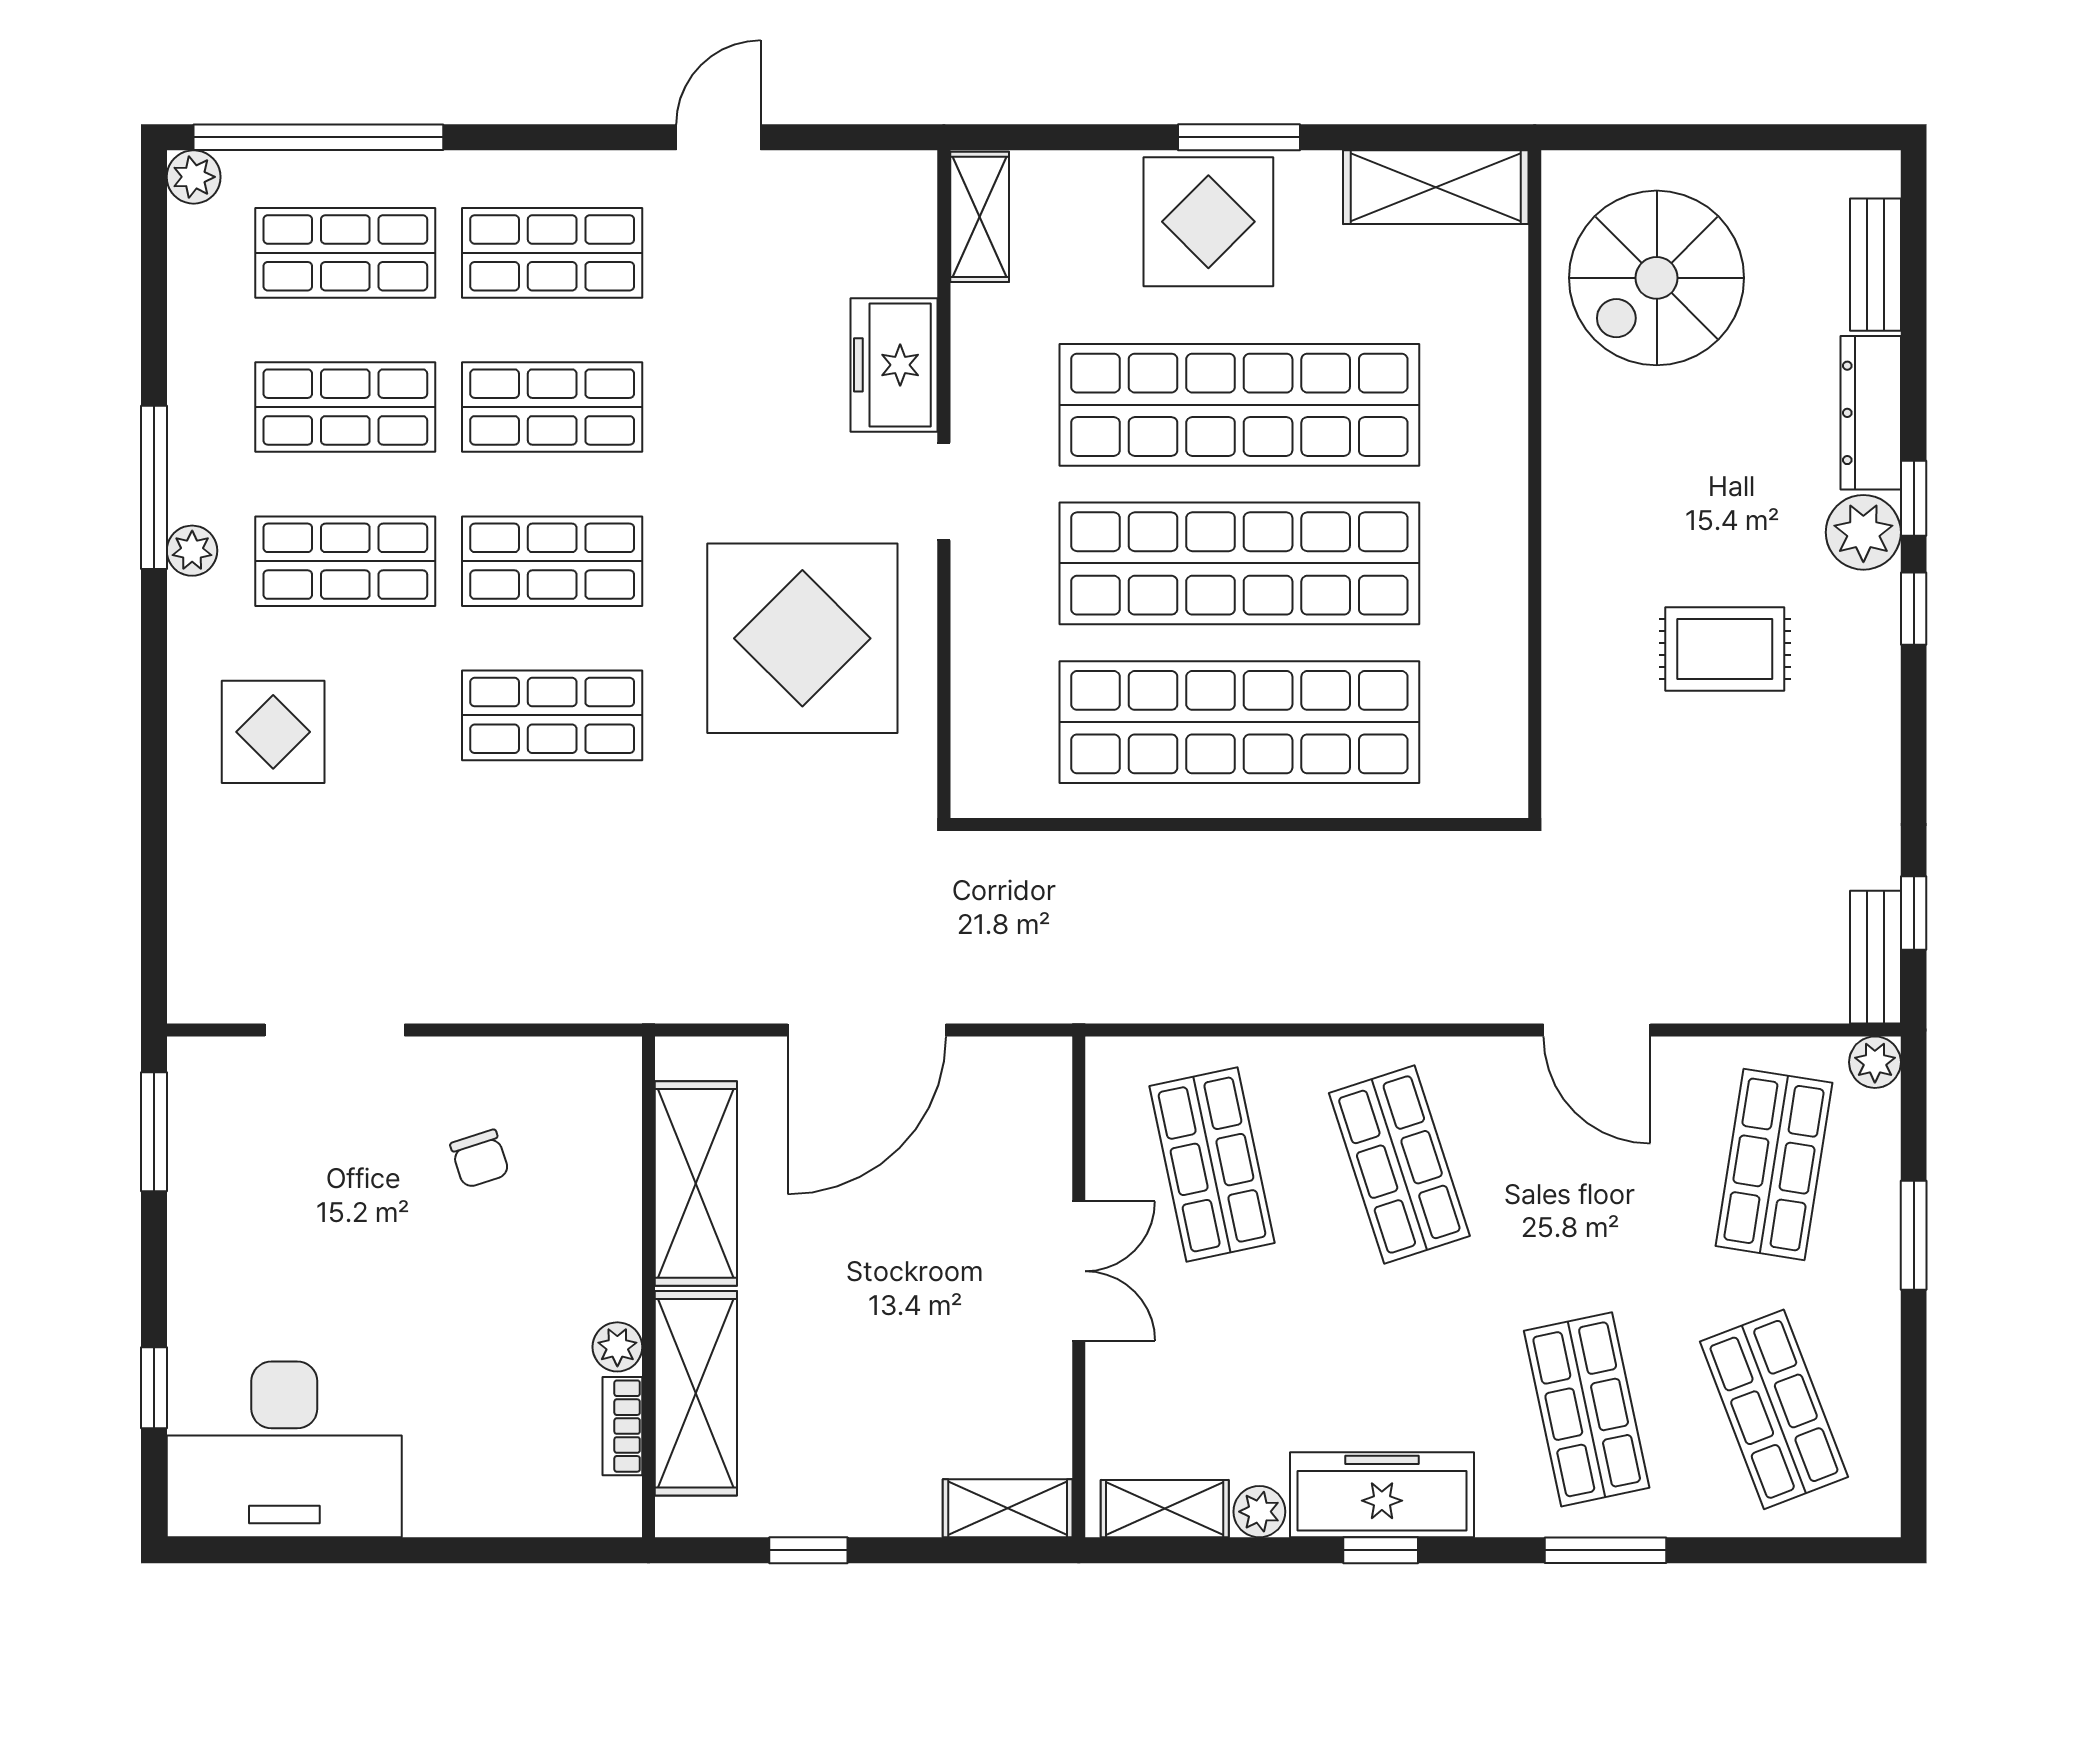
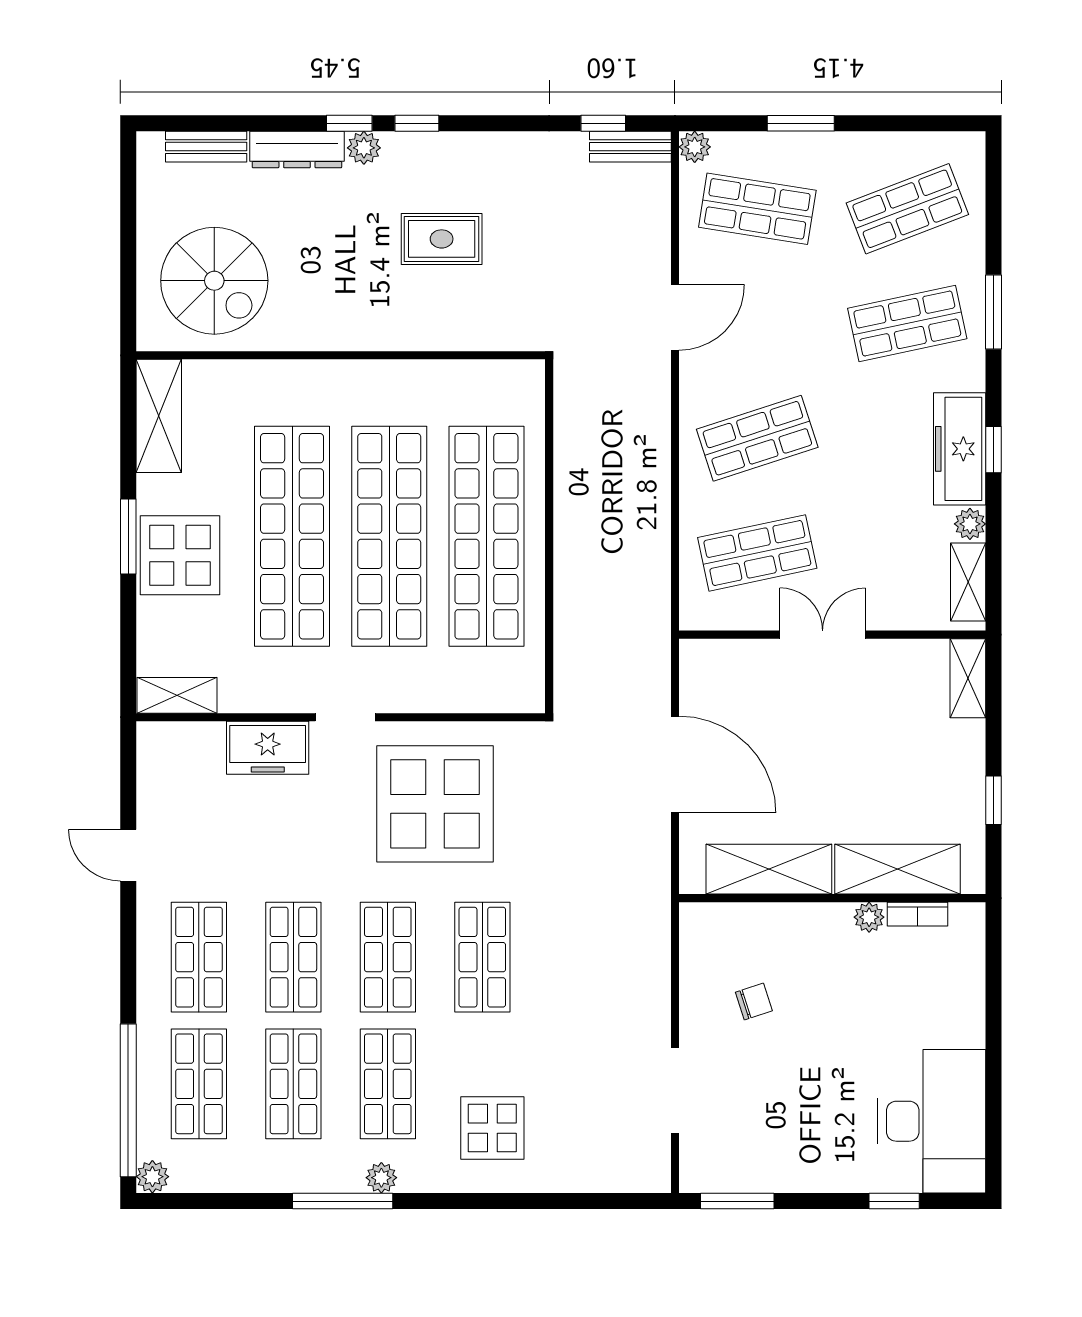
plant: (1863, 532) -> (364, 148), width x0.73, depth x0.73
rug: (1725, 649) -> (442, 239), turned 90

